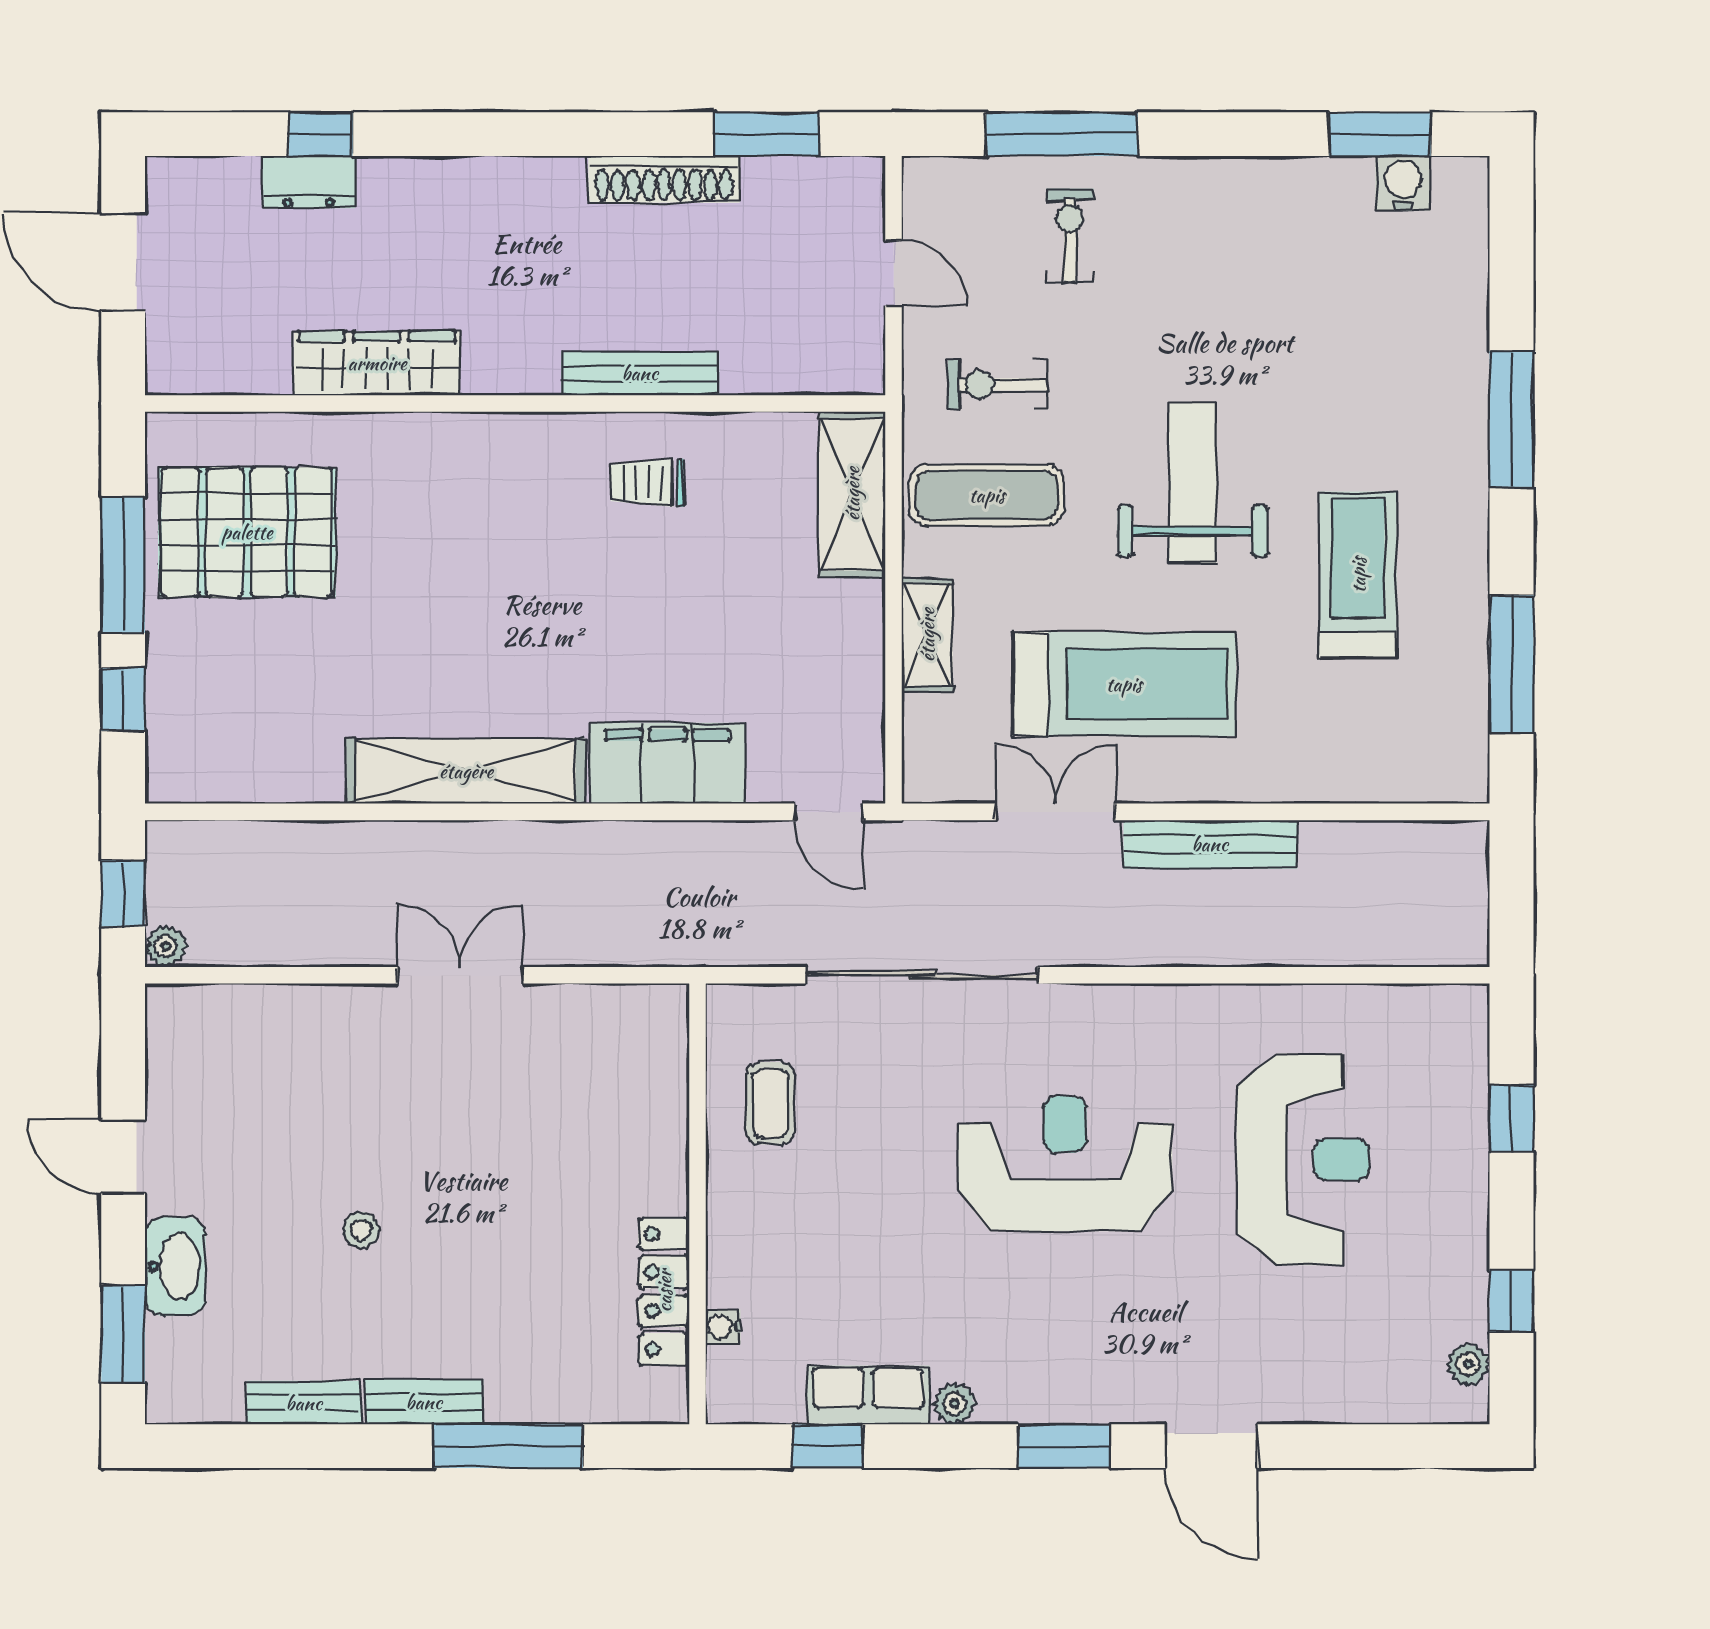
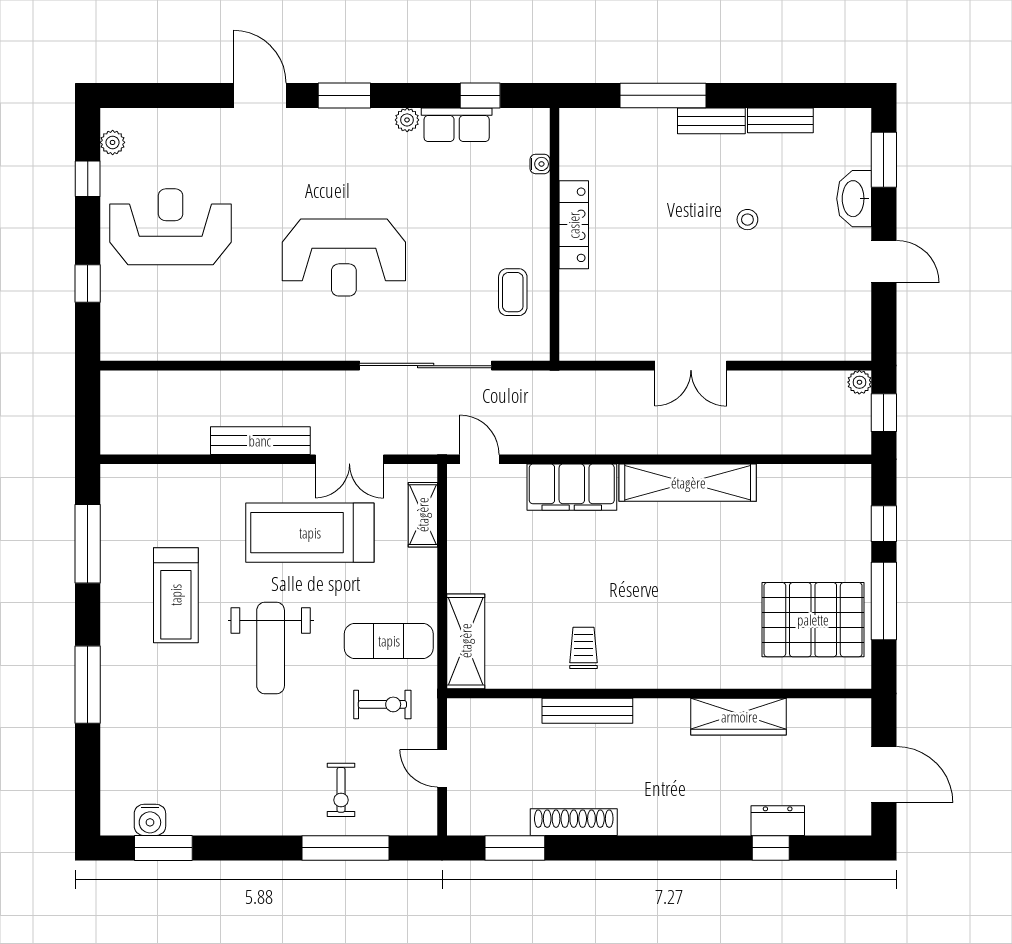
trolley: (647, 483) -> (584, 648), turned -90
shelving: (927, 635) -> (423, 515), moved
reception desk: (1303, 1159) -> (171, 227), moved, turned 90
locker: (664, 1291) -> (574, 225), moved

